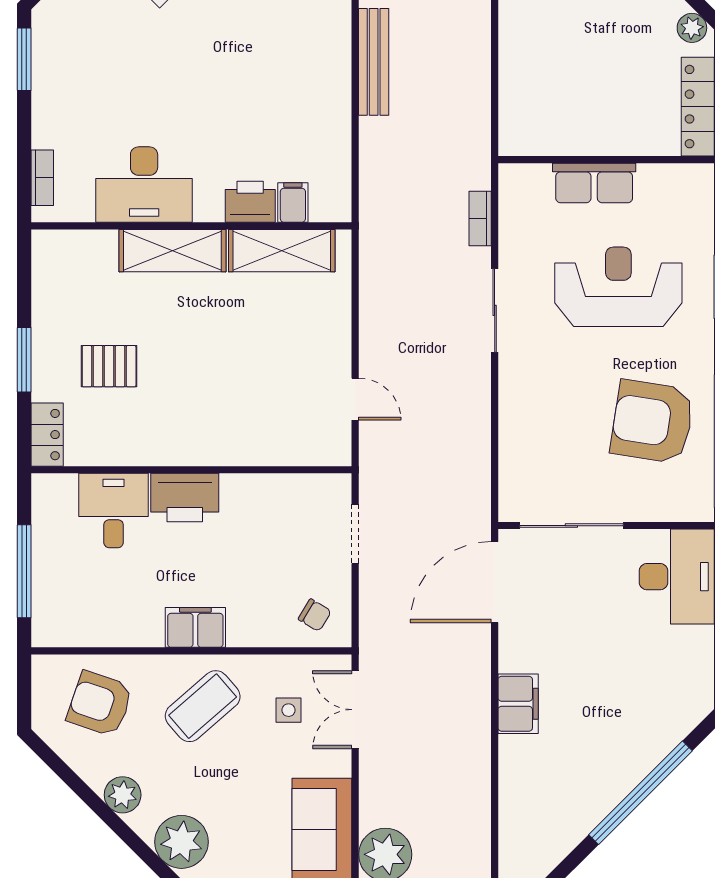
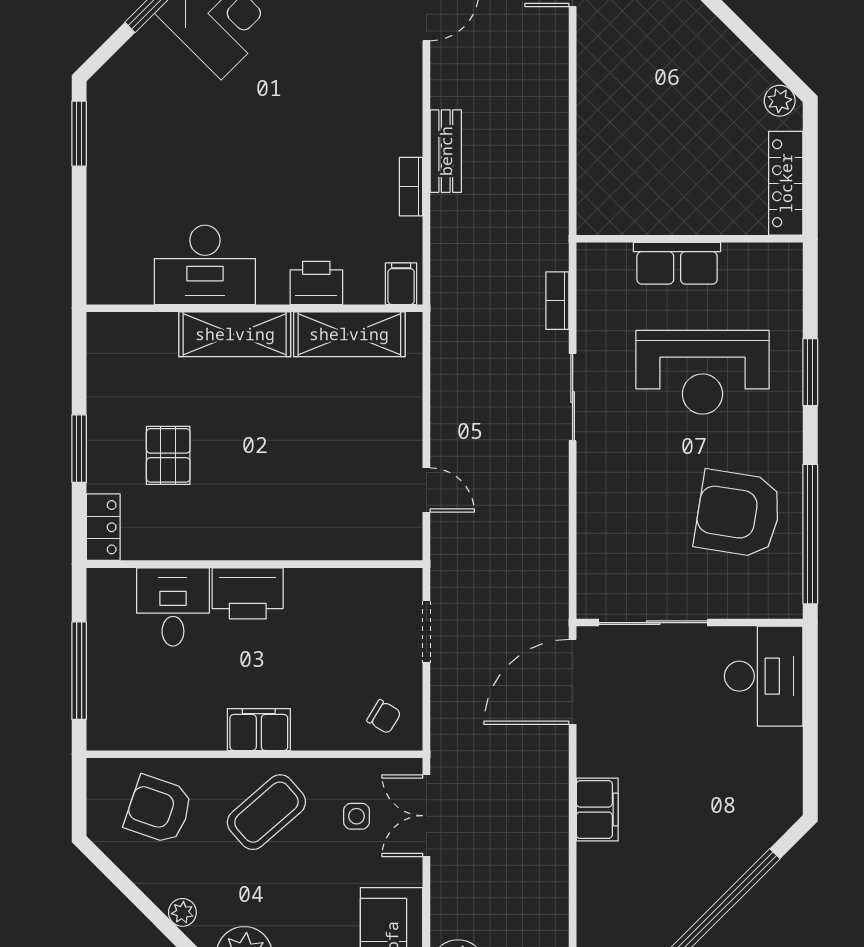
bench: (374, 62) -> (446, 151), width x0.73
bookcase: (42, 178) -> (411, 187), moved, turned 180
filing cabinet: (293, 202) -> (401, 284), moved
reception desk: (618, 287) -> (702, 372), turned 180
pallet: (109, 366) -> (168, 455), turned 90
plant: (123, 795) -> (182, 912), width x0.73, depth x0.73

